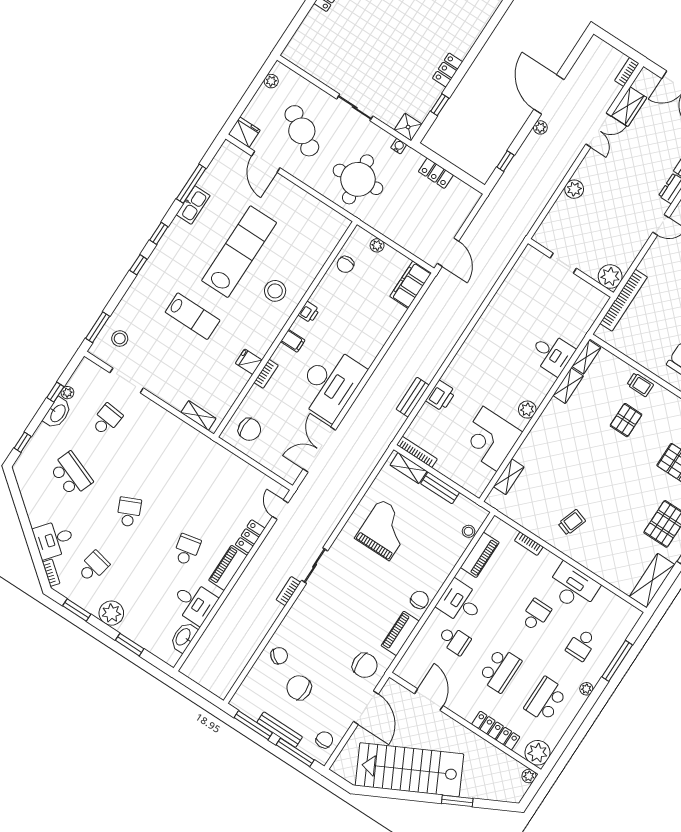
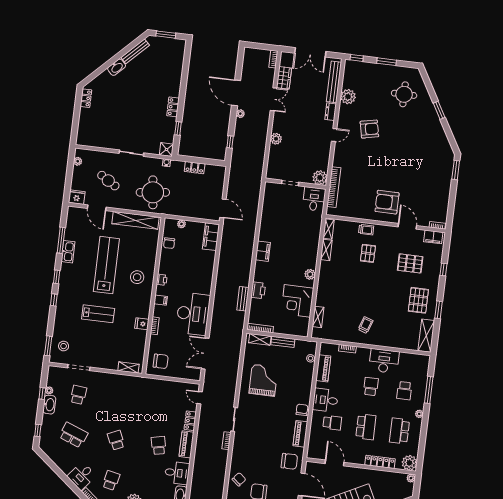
cafe table: (302, 131) -> (108, 181), width x0.73, depth x0.74
shelving: (313, 208) -> (135, 220), added
filing cabinet: (475, 342) -> (263, 251), added
desk: (552, 354) -> (314, 199), moved, turned -90

